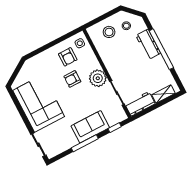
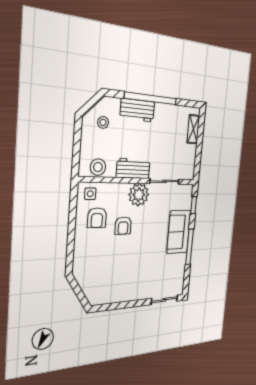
stool: (109, 32) -> (98, 167), moved
armchair: (68, 57) -> (97, 218), turned 90
corner sofa: (39, 103) -> (126, 280), removed
workbench: (140, 104) -> (133, 168), moved, turned 90

